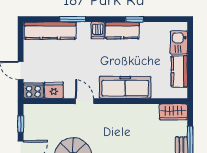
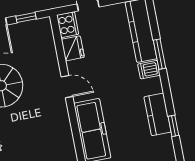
dishwasher: (98, 30) -> (149, 70), moved
door: (85, 101) -> (67, 87), hinge flipped

